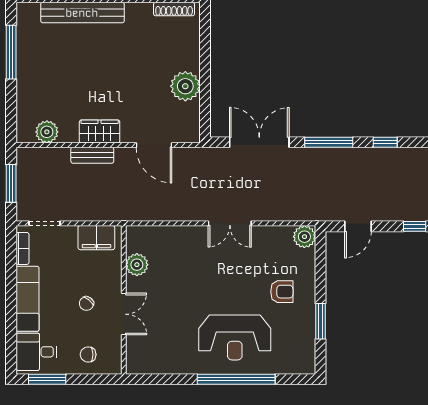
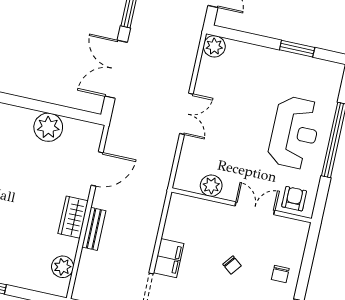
filing cabinet: (96, 238) -> (169, 258), moved
plant: (137, 265) -> (211, 186), moved
armchair: (282, 292) -> (294, 199), moved
wall: (124, 300) -> (242, 205), moved
double door: (124, 314) -> (255, 208), moved

